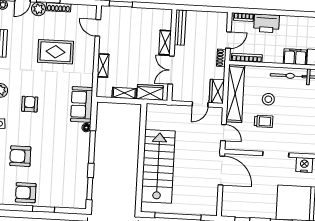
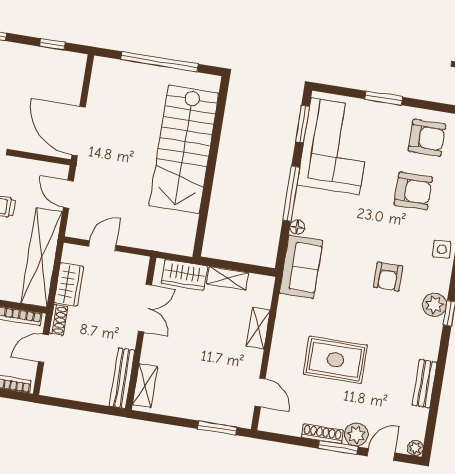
shelving: (165, 43) -> (145, 386), moved
wardrobe: (217, 91) -> (69, 284), moved
corner sofa: (69, 178) -> (335, 146), added
armchair: (26, 193) -> (427, 138), moved

